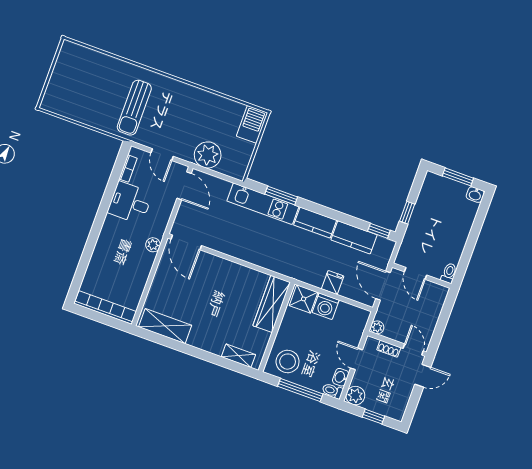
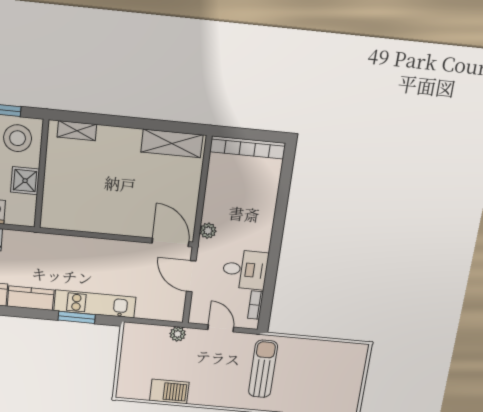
barbecue: (252, 124) -> (169, 391), moved, turned -90
plant: (208, 155) -> (178, 334), width x0.53, depth x0.53
door: (184, 186) -> (191, 276), moved
shower: (304, 299) -> (25, 181), moved
wardrobe: (272, 304) -> (54, 199), removed

